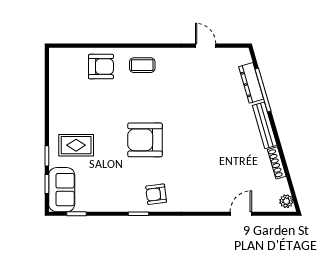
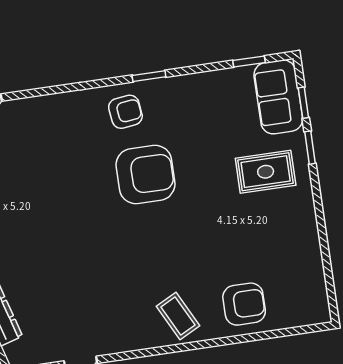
coffee table: (142, 65) -> (178, 316), turned 63
armchair: (101, 67) -> (244, 304), turned 180
armchair: (145, 140) -> (145, 174), moved

